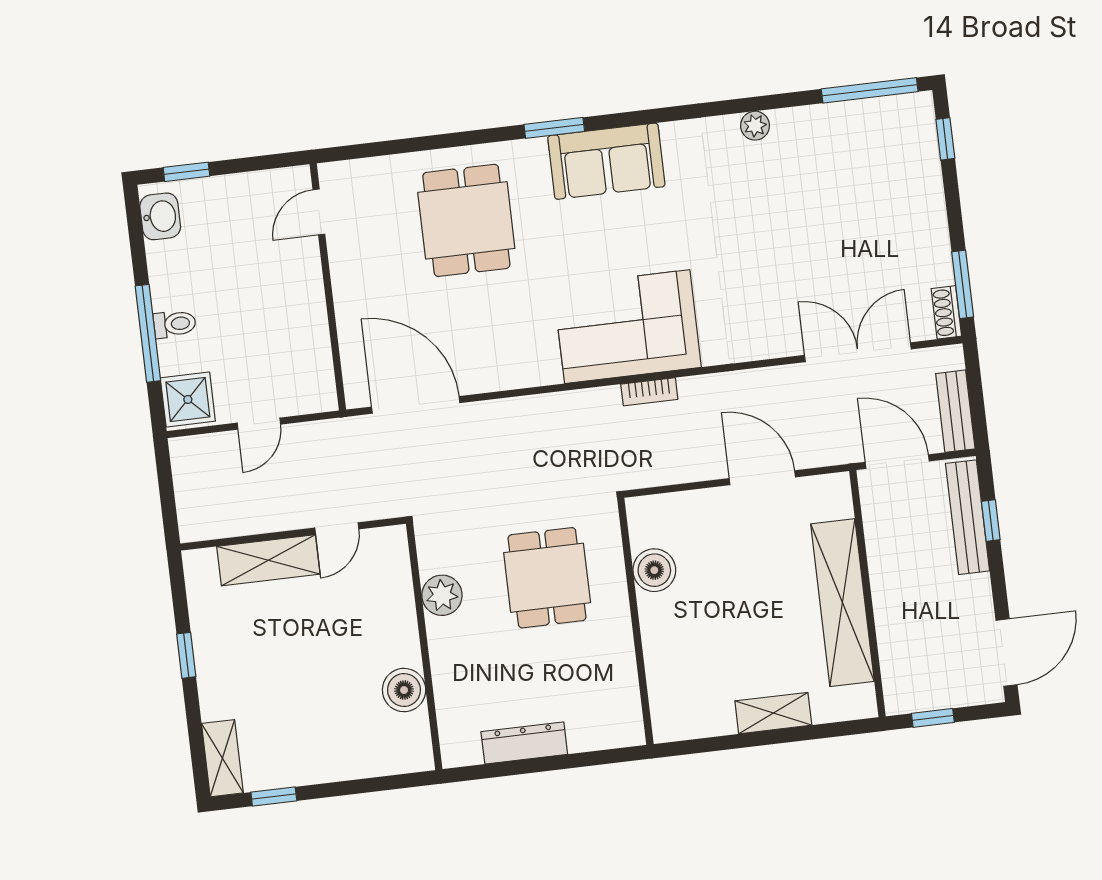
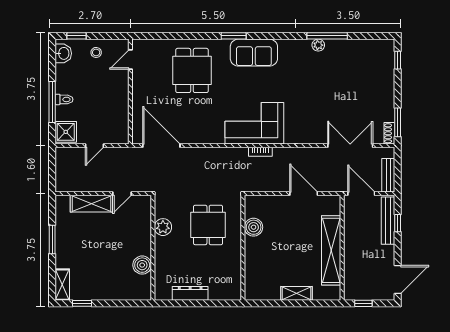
window: (870, 90) -> (327, 36), moved
stool: (237, 205) -> (96, 52), added
window: (186, 655) -> (52, 240), width x1.50

